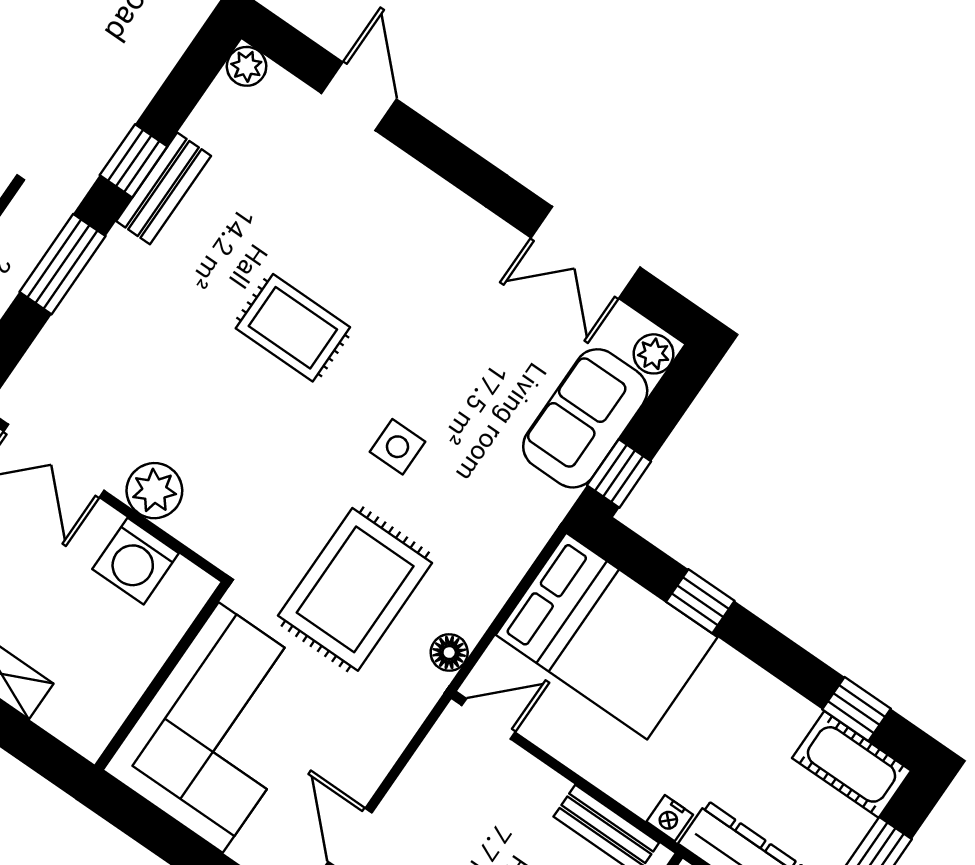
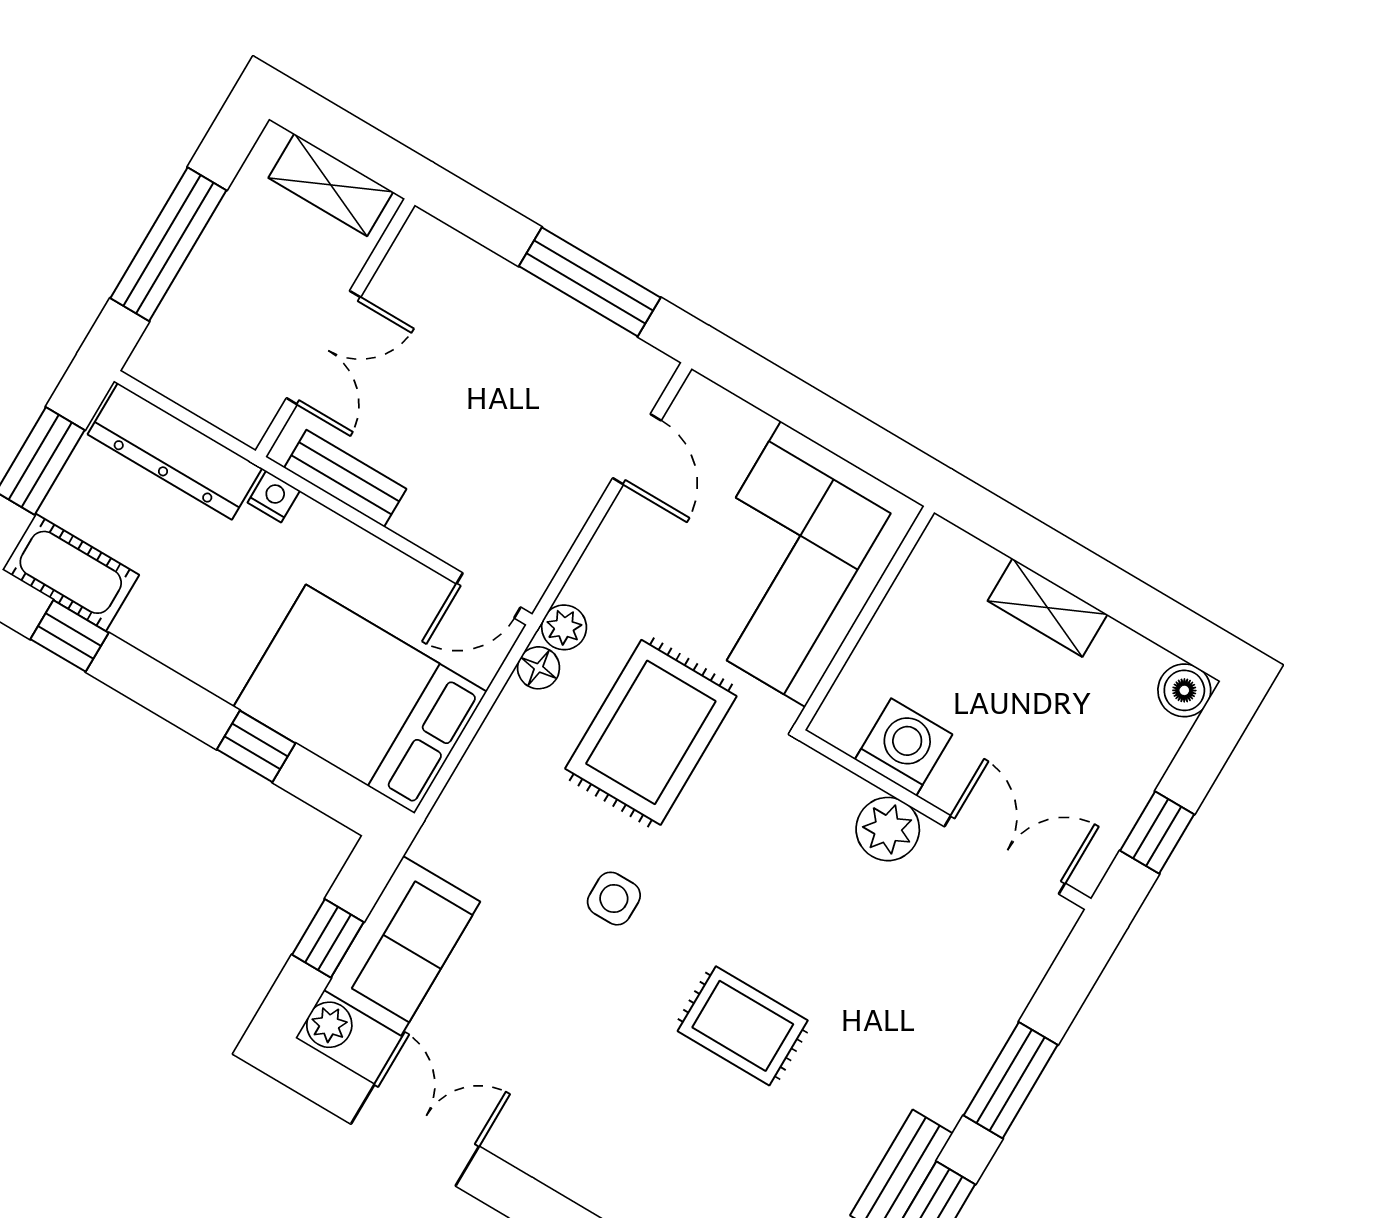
window: (619, 473) -> (328, 938), moved
plant: (424, 686) -> (564, 627), added

